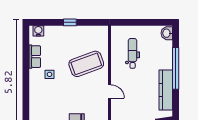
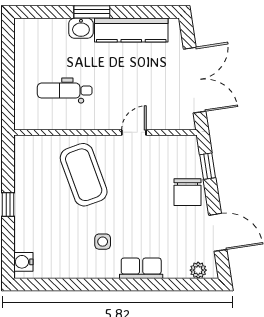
washbasin: (167, 33) -> (81, 28), moved
row of seats: (35, 57) -> (141, 268), moved
window: (176, 68) -> (92, 12), width x0.47

